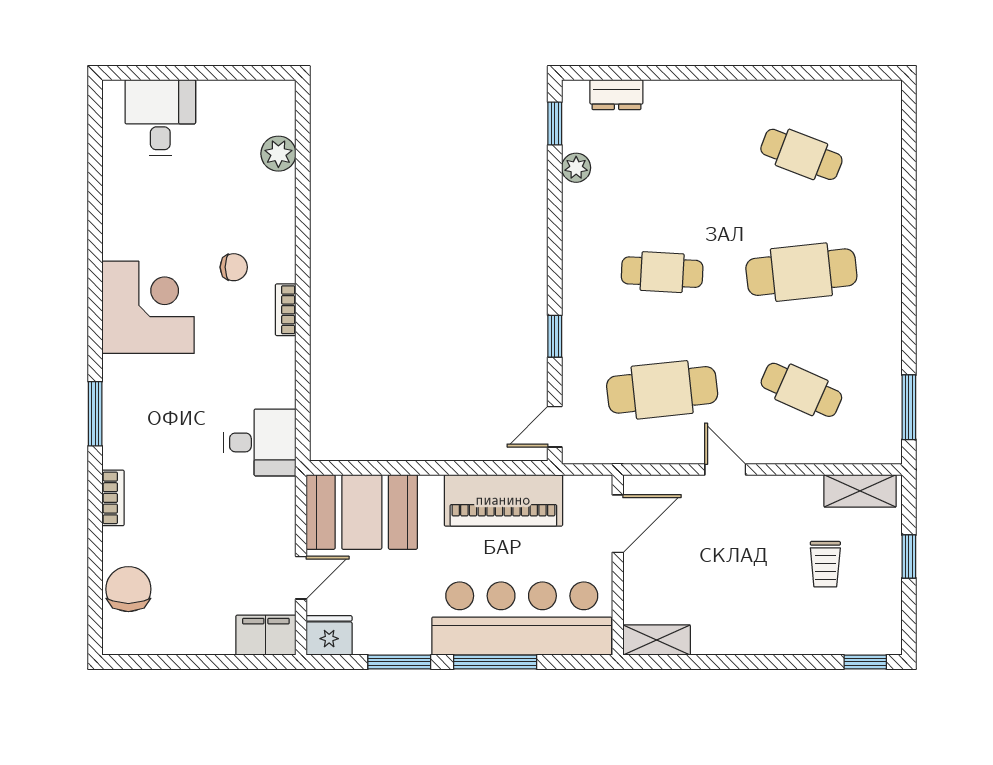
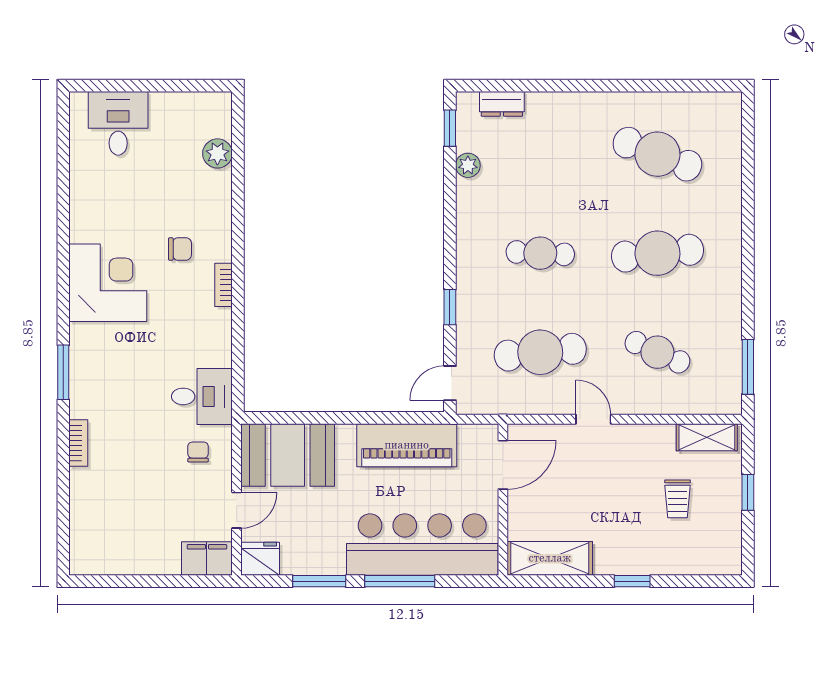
cafe table: (801, 154) -> (657, 154), width x1.37, depth x1.35
chair: (128, 589) -> (198, 452), moved, width x0.54, depth x0.54
shelving: (657, 640) -> (550, 558), width x1.50, depth x1.33
window: (865, 662) -> (632, 581), moved

